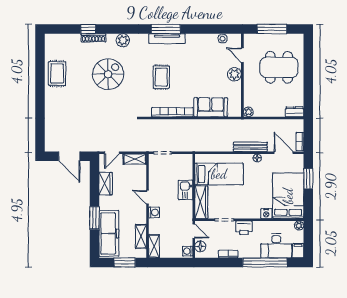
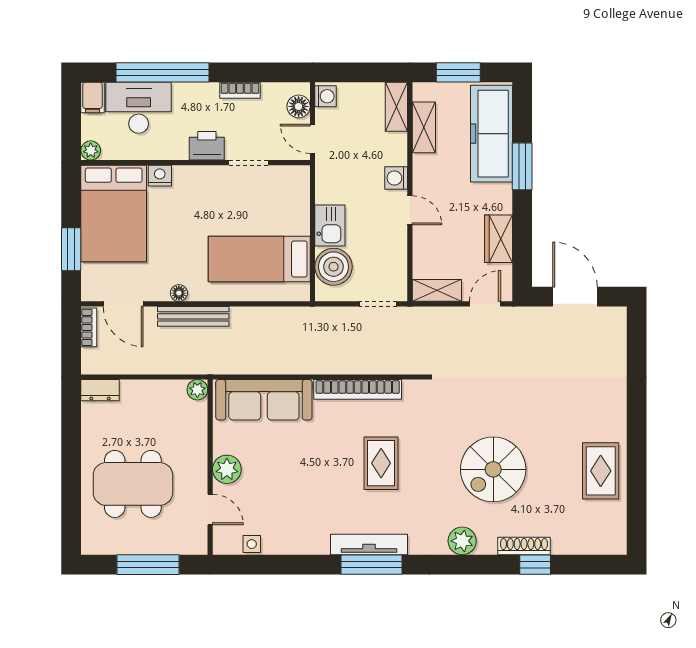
sofa: (211, 107) -> (264, 400), width x1.36
boiler: (184, 170) -> (334, 267), added
wardrobe: (201, 202) -> (297, 200), removed

